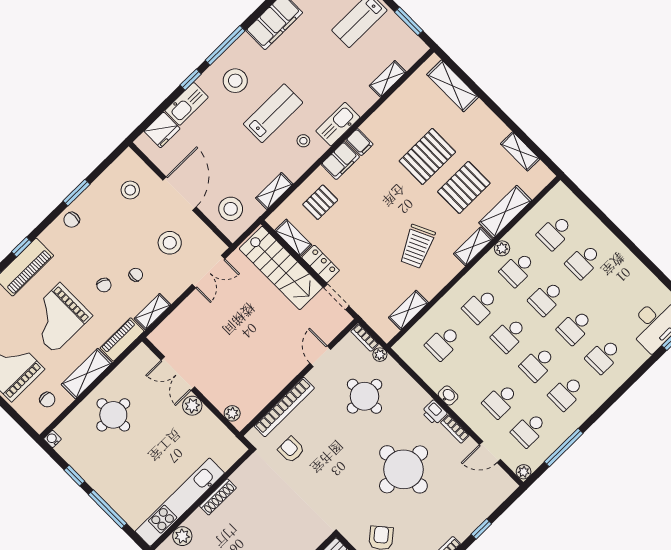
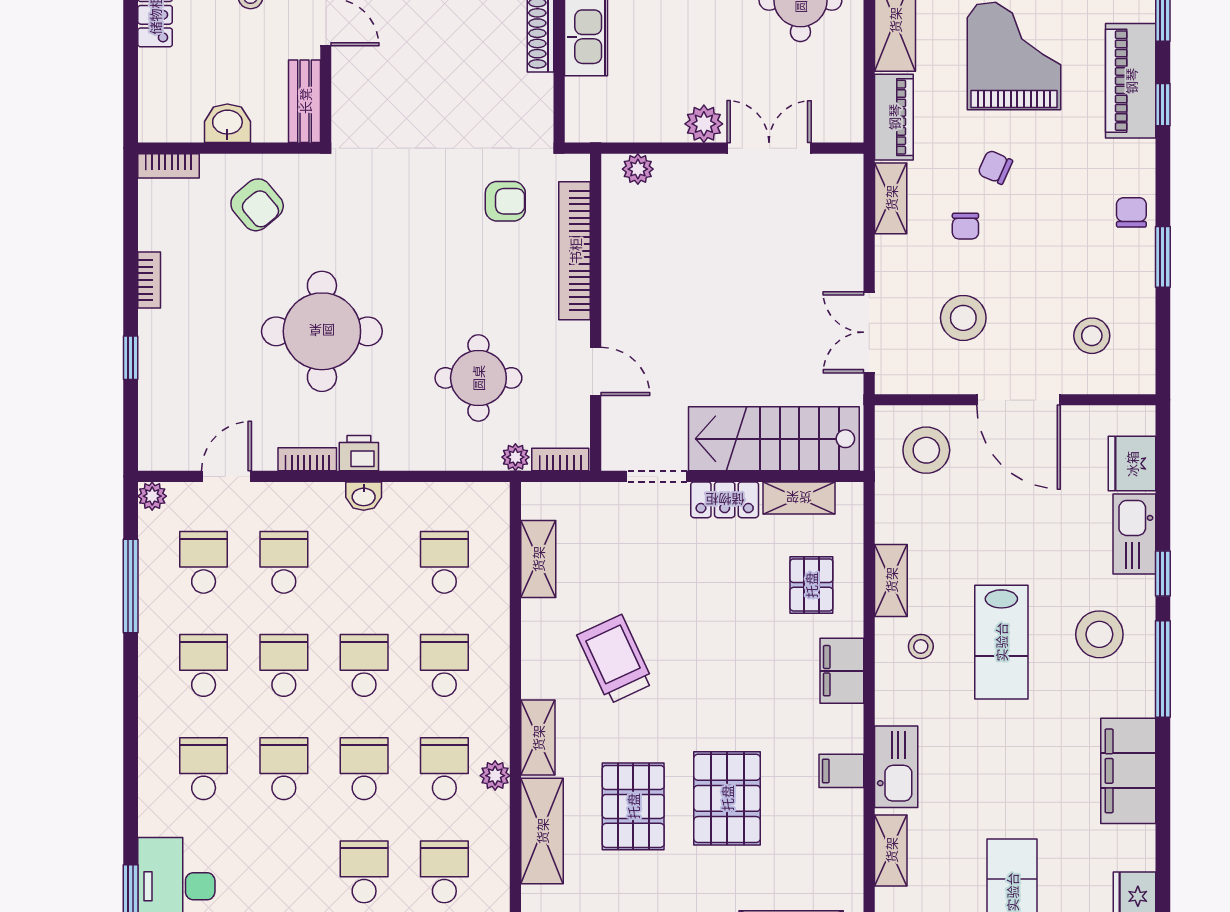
kitchen sink: (338, 124) -> (896, 767), moved
filing cabinet: (359, 142) -> (841, 771), moved
shelving: (274, 191) -> (891, 580), moved

